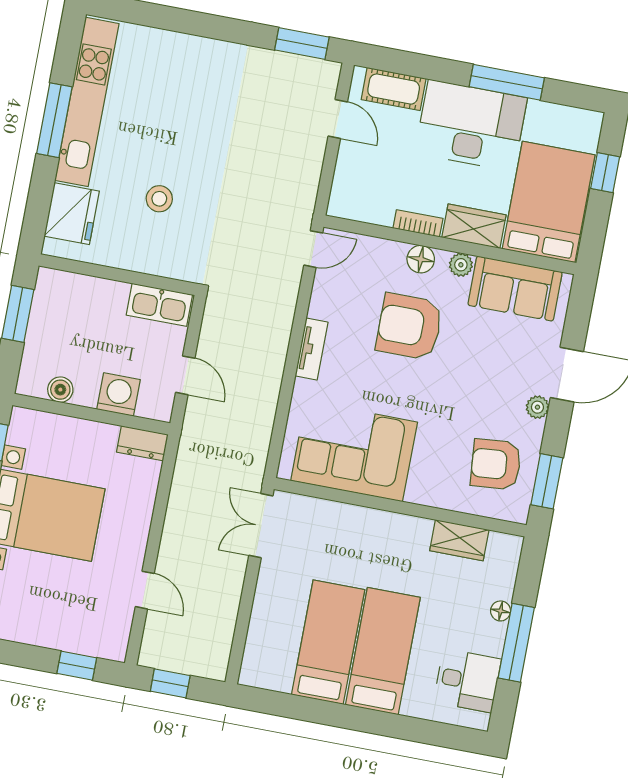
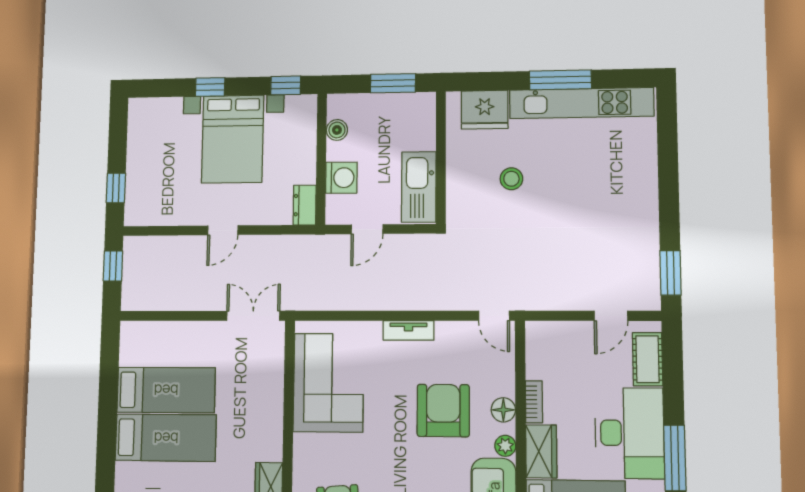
kitchen sink: (159, 305) -> (419, 187), width x1.36, depth x1.24
door: (145, 590) -> (223, 230), moved

